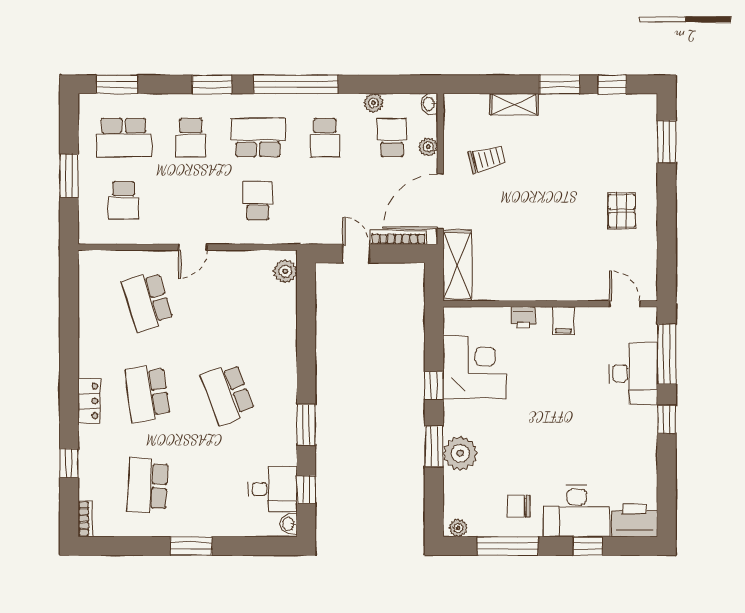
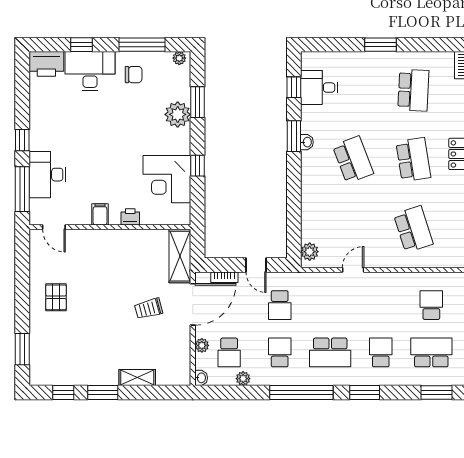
trolley: (487, 159) -> (149, 309), moved
school desk: (258, 200) -> (280, 305), moved
bookcase: (398, 237) -> (224, 277), width x0.64
door: (193, 247) -> (353, 270), moved
window: (434, 446) -> (197, 102), moved
washbasin: (289, 524) -> (307, 142), moved

